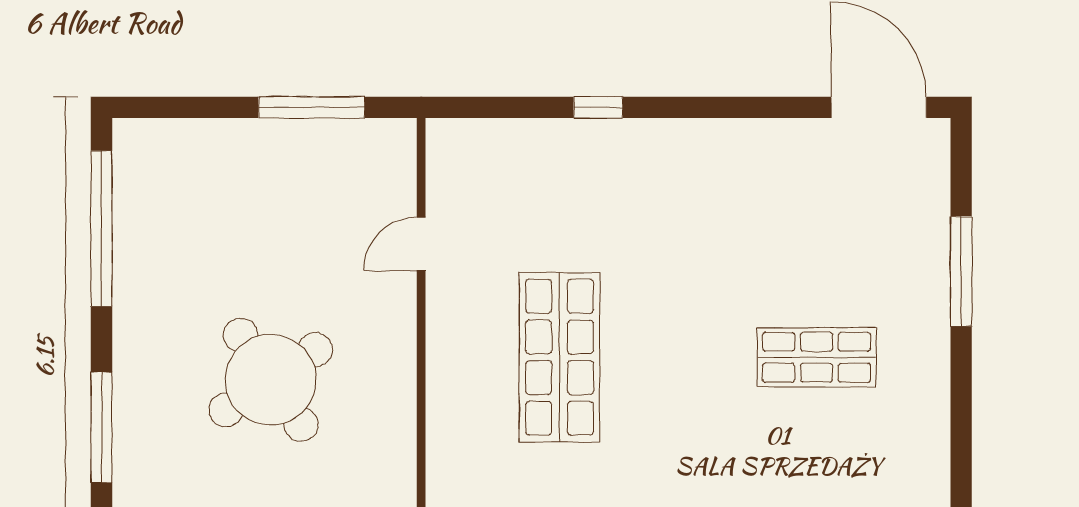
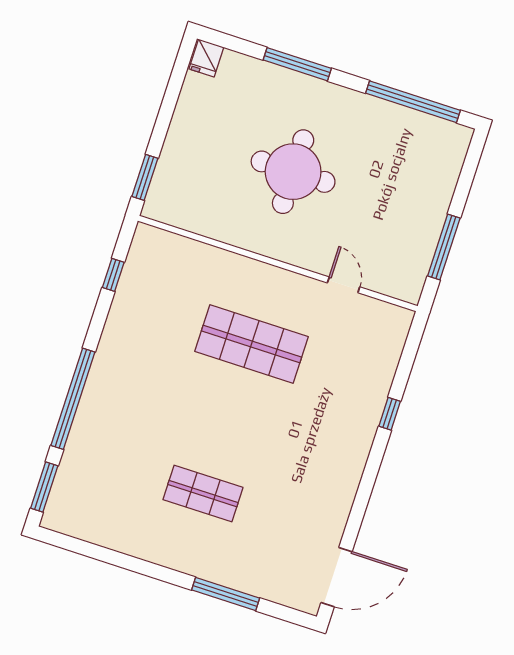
shop shelf: (816, 357) -> (203, 494), turned 90
round table: (271, 380) -> (293, 172), turned 34

